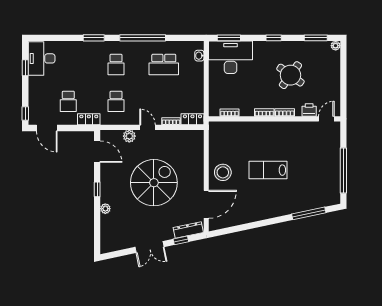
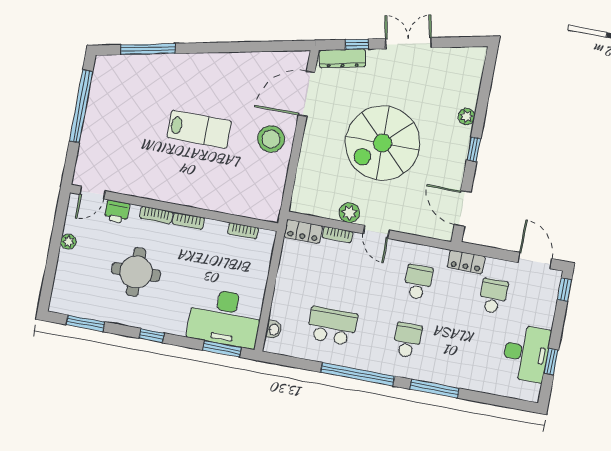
window: (94, 38) -> (434, 389), width x1.44
plant: (336, 46) -> (68, 242), moved
desk: (42, 58) -> (526, 353), moved
round table: (290, 75) -> (136, 272), turned -36
plant: (129, 136) -> (349, 213), moved

